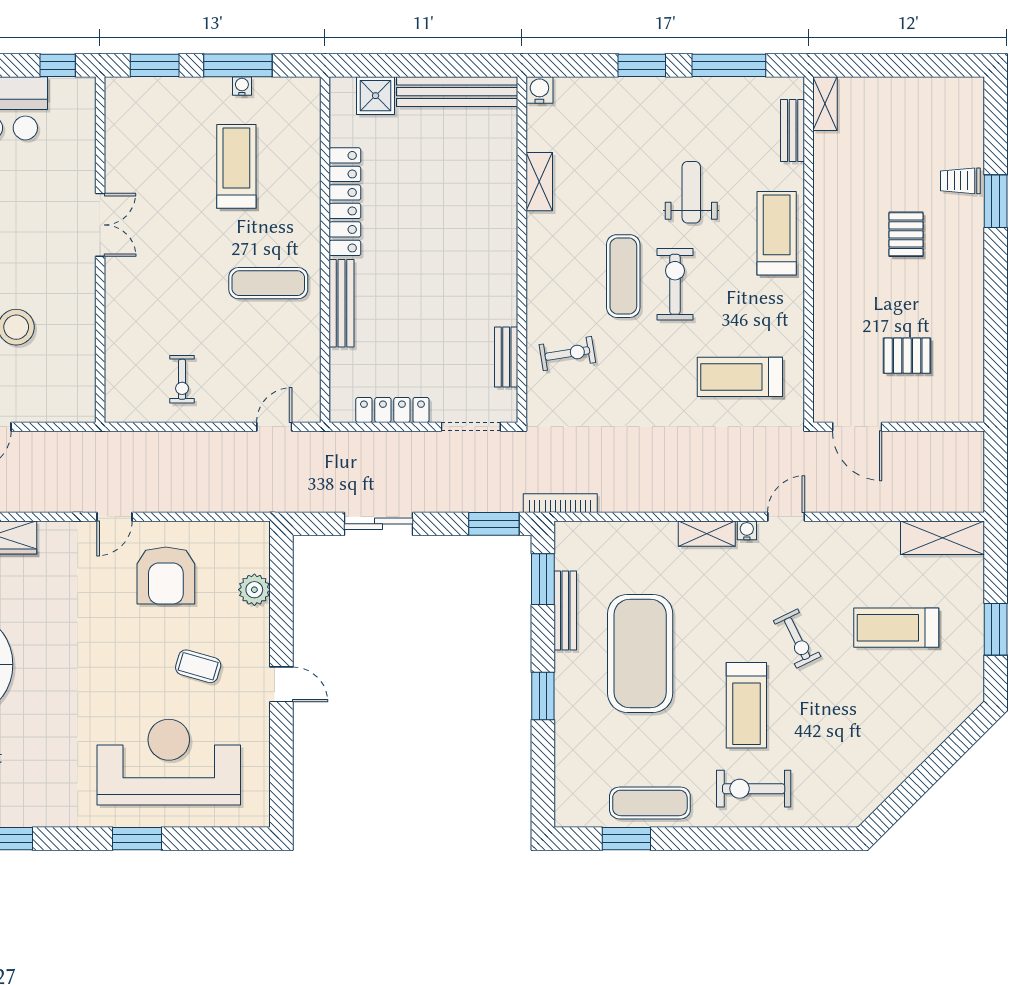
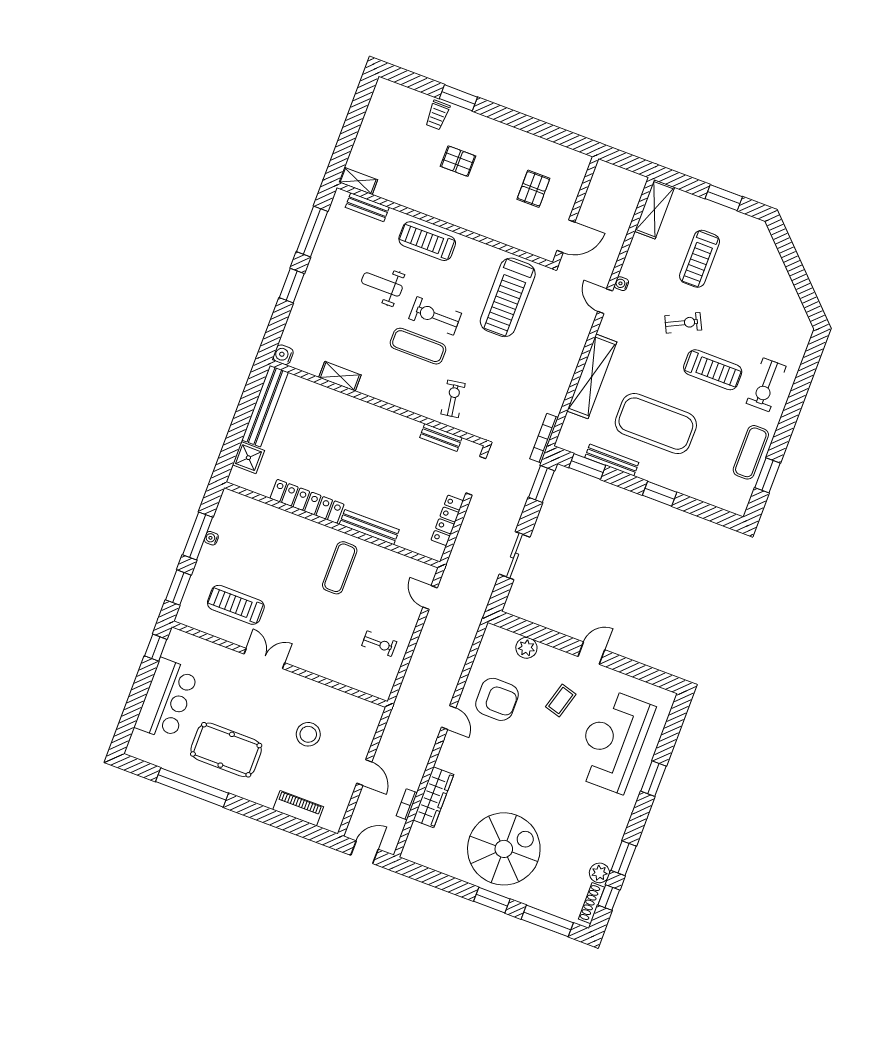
treadmill: (236, 166) -> (236, 605), moved
treadmill: (740, 377) -> (508, 297), width x1.37, depth x1.38
water cooler: (747, 530) -> (621, 284), moved
shelving: (707, 534) -> (592, 376), width x2.20, depth x1.33

